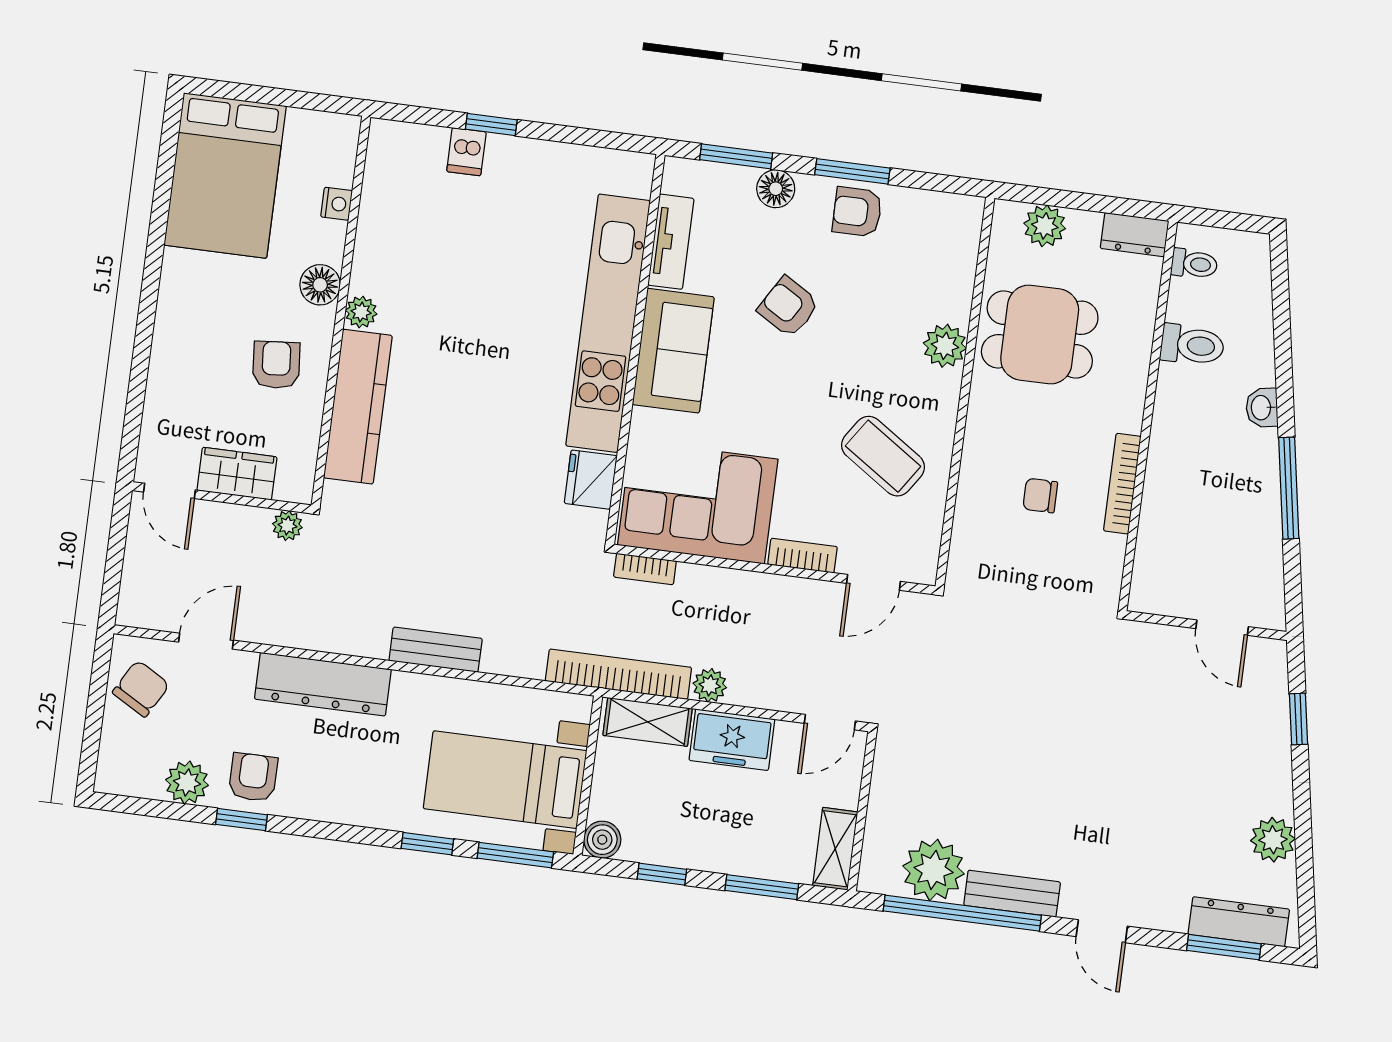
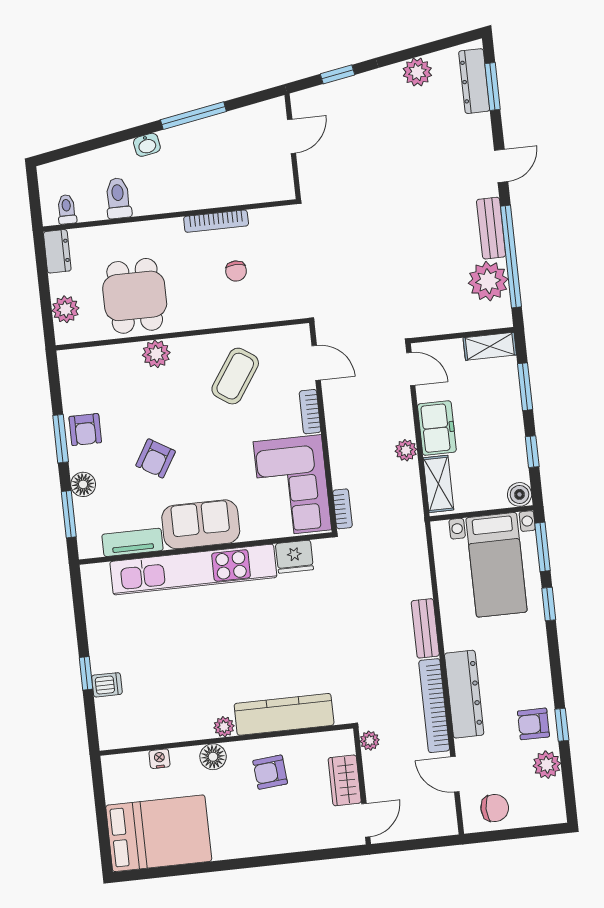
bookcase: (618, 674) -> (434, 706), moved
chair: (141, 689) -> (495, 808), turned 150

